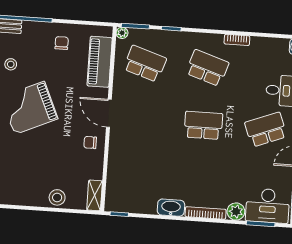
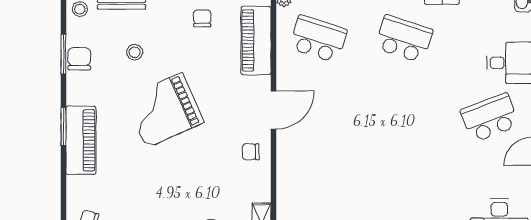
door: (109, 113) -> (273, 110), swing flipped
school desk: (203, 125) -> (404, 118), removed

